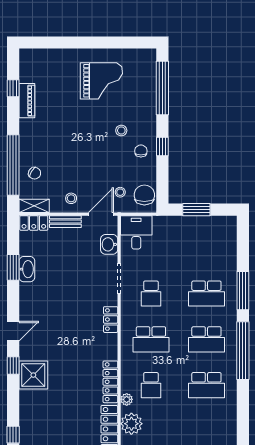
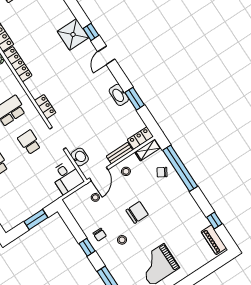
piano: (27, 101) -> (214, 240), moved
chair: (144, 195) -> (137, 212), moved, turned -90
washbasin: (27, 269) -> (119, 95), moved

